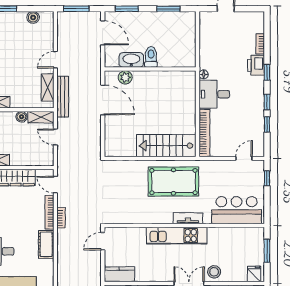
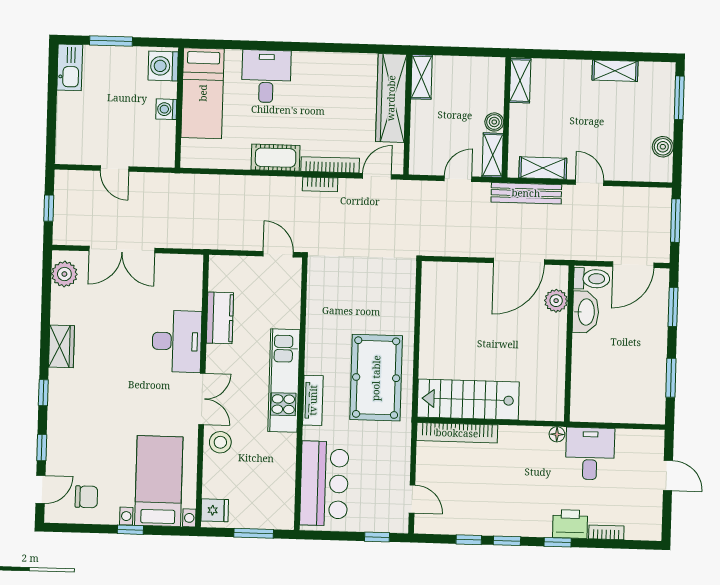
toilet: (151, 57) -> (592, 279), moved
desk: (214, 94) -> (590, 454), moved
stairs: (166, 146) -> (468, 400), moved, turned -90
kitchen counter: (119, 274) -> (220, 318), moved

